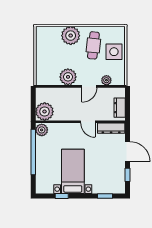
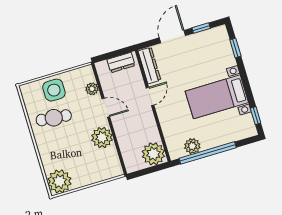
plant: (71, 36) -> (59, 181), moved
plant: (42, 130) -> (192, 146), moved
window: (62, 196) -> (256, 116), moved

